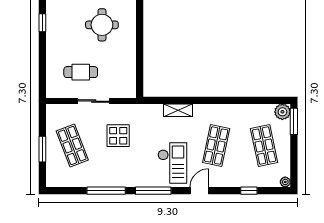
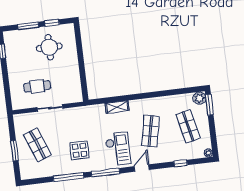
display table: (118, 136) -> (79, 150), moved

